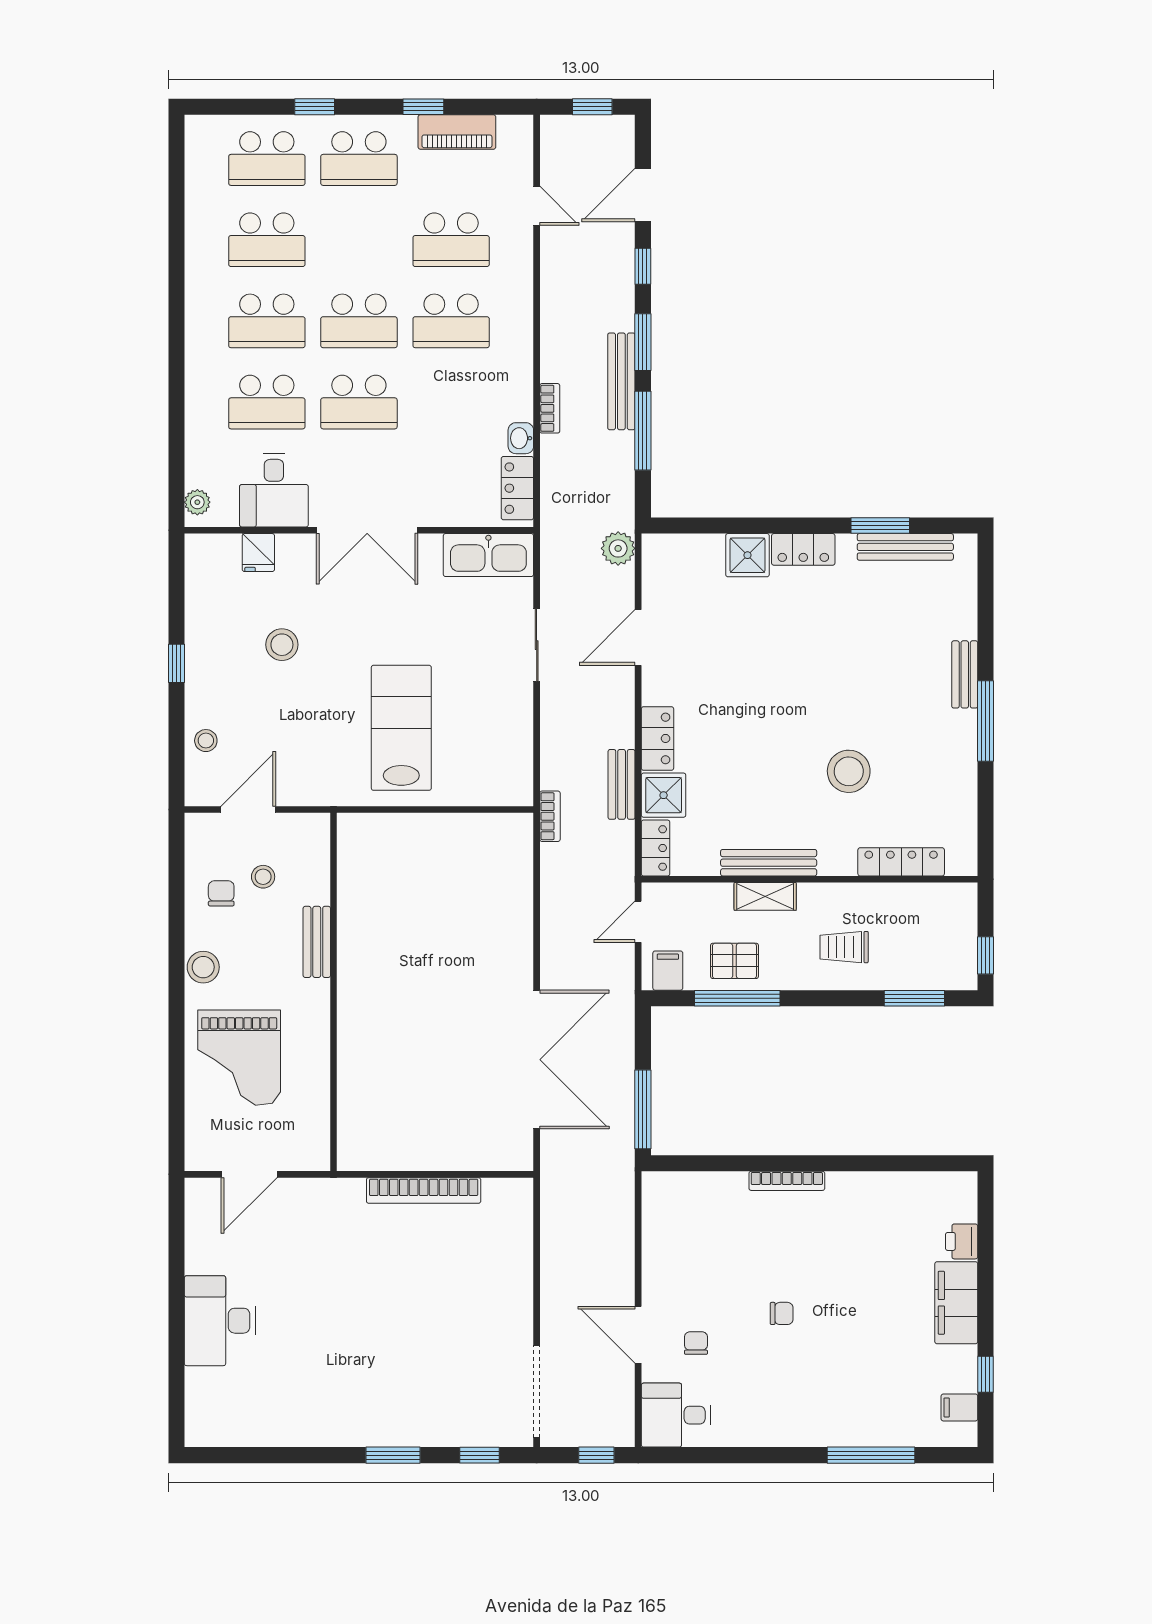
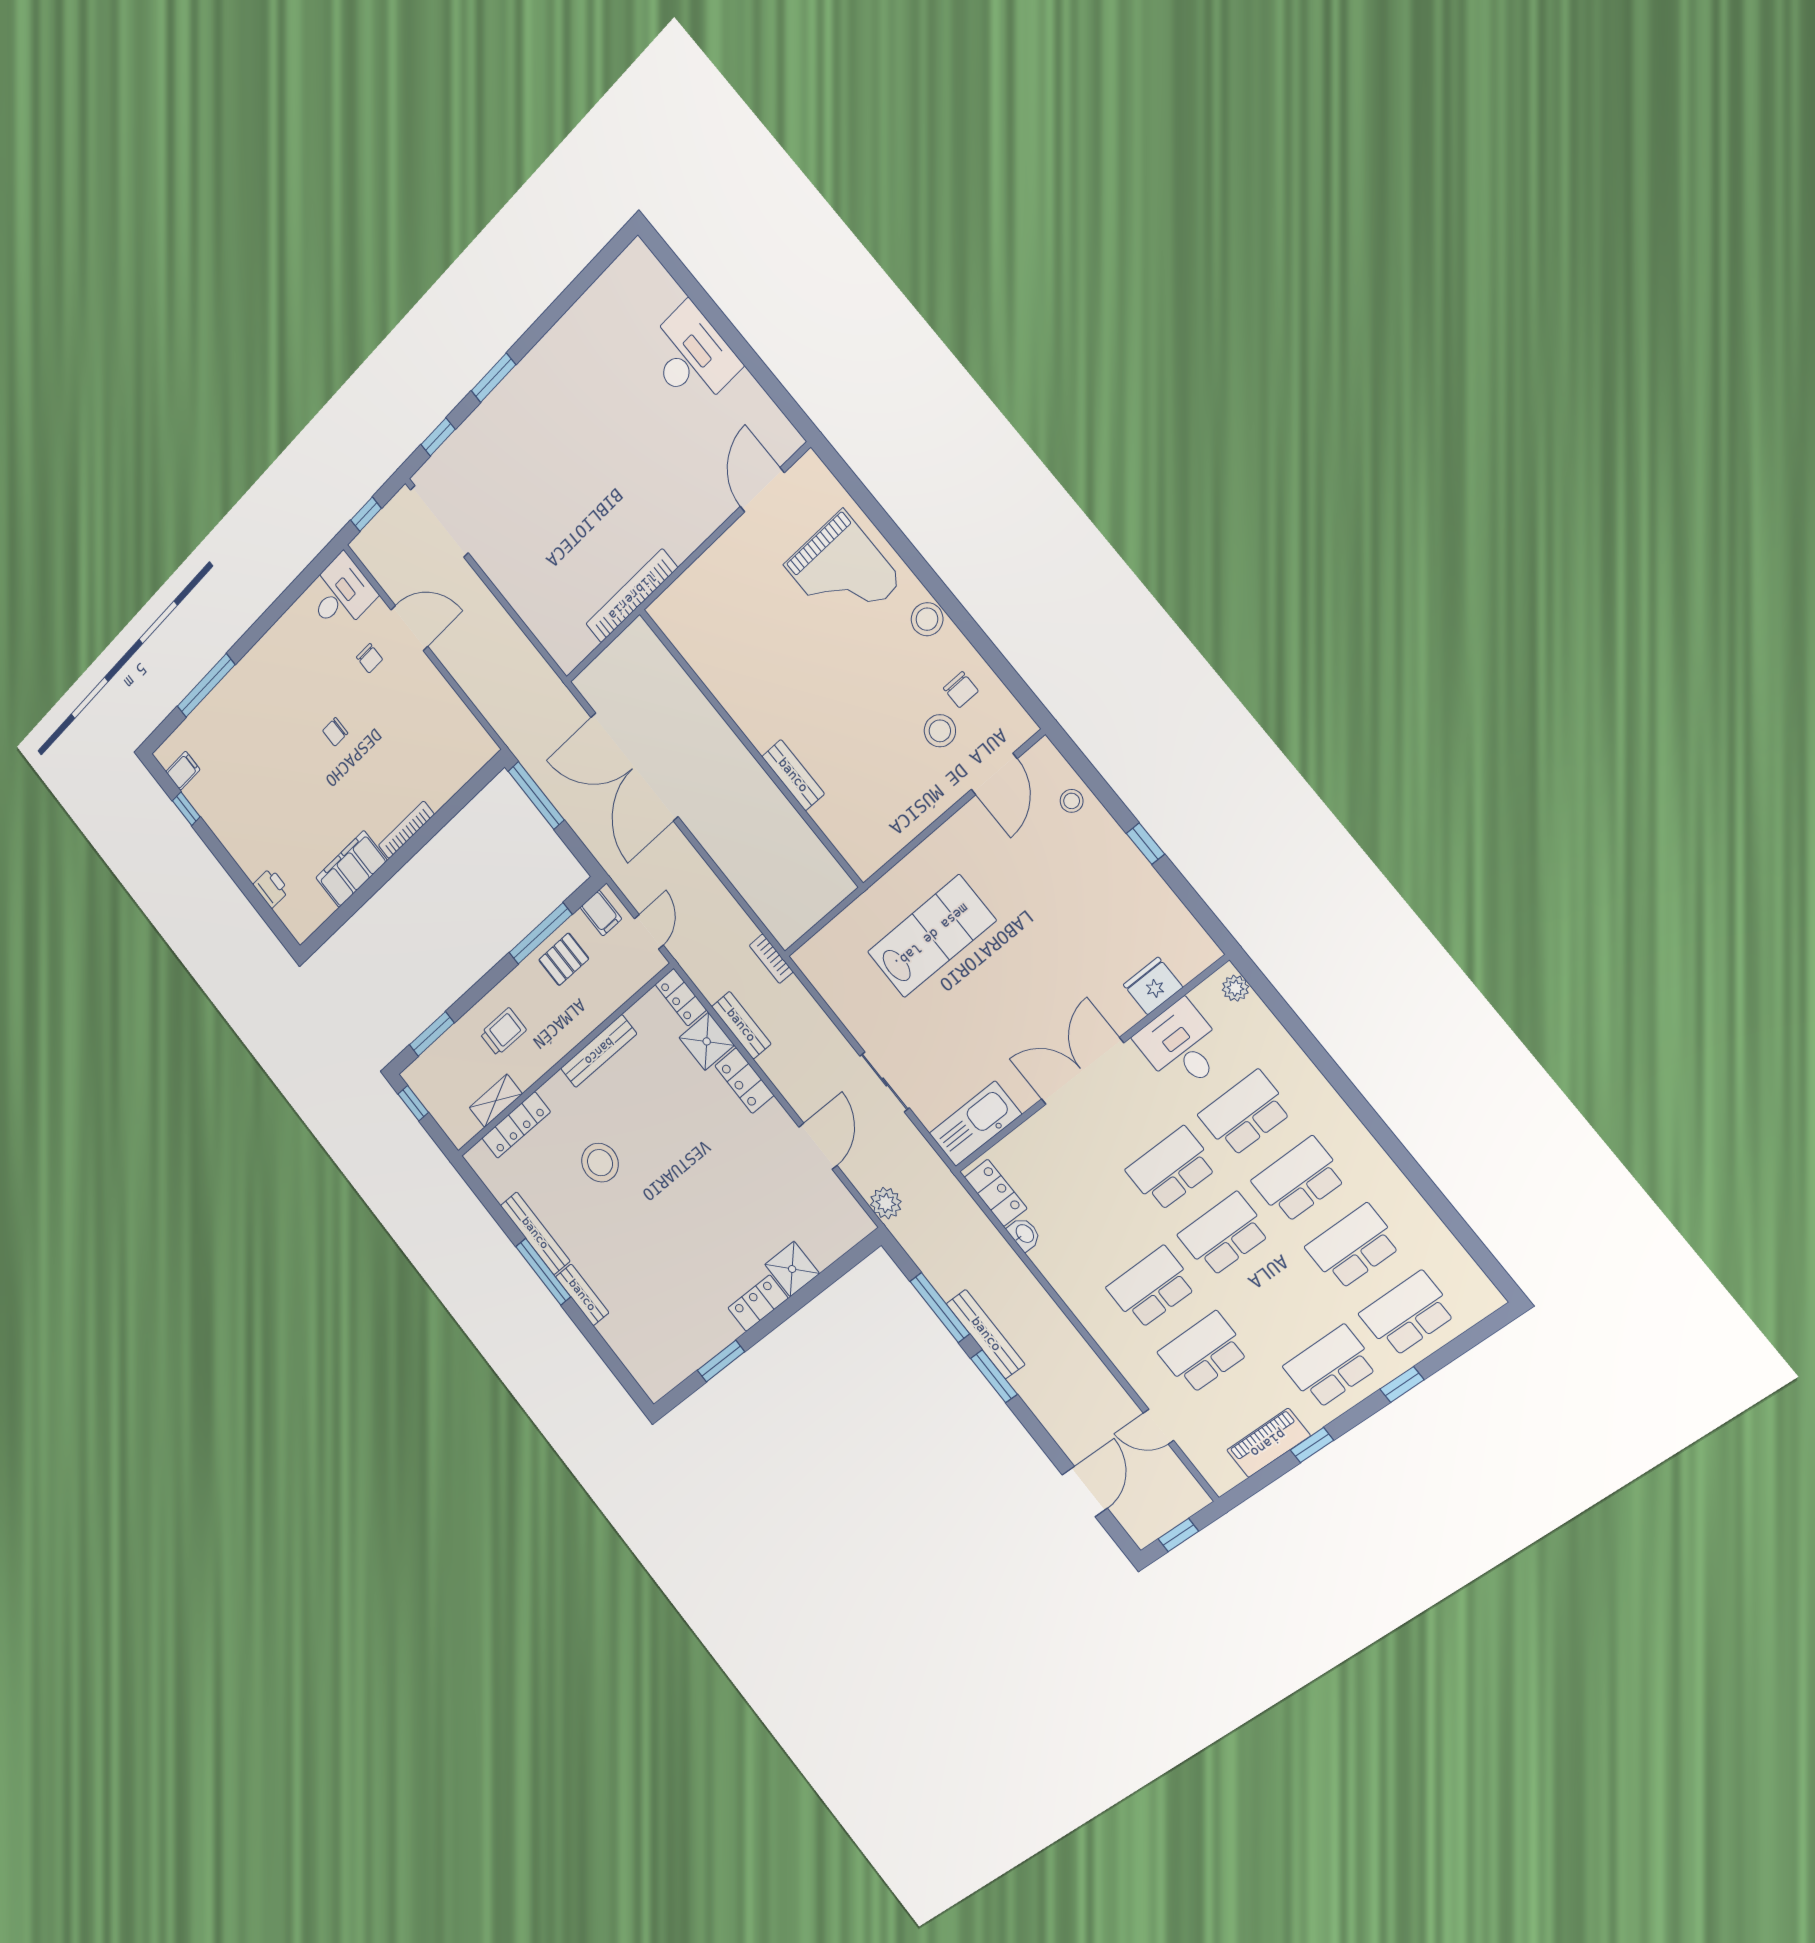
window: (643, 266) -> (1041, 1436), removed
bookcase: (550, 408) -> (1021, 1274), removed
bench: (905, 547) -> (535, 1233), moved, turned 90
fridge: (258, 553) -> (1153, 986), width x1.38
stool: (282, 645) -> (1075, 927), removed
lab bench: (401, 728) -> (931, 936), turned -90
stool: (263, 877) -> (940, 731), width x1.37, depth x1.37
shelving: (765, 896) -> (496, 1101), moved
bench: (317, 942) -> (793, 775), moved
wall: (334, 992) -> (751, 748), moved
grand piano: (239, 1058) -> (843, 573), turned 180
filing cabinet: (956, 1303) -> (351, 869), moved, turned -90

